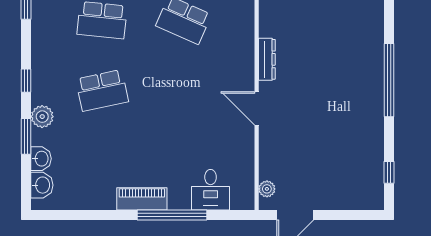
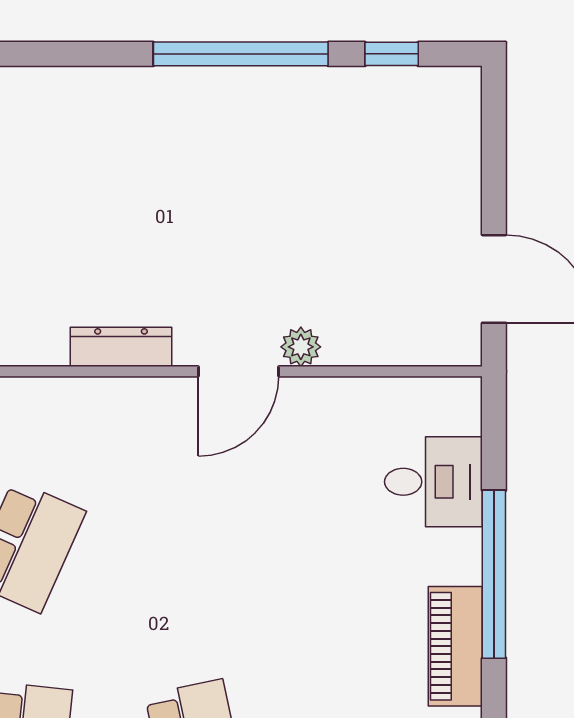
window: (389, 80) -> (241, 54), moved
plant: (267, 189) -> (301, 347), moved

